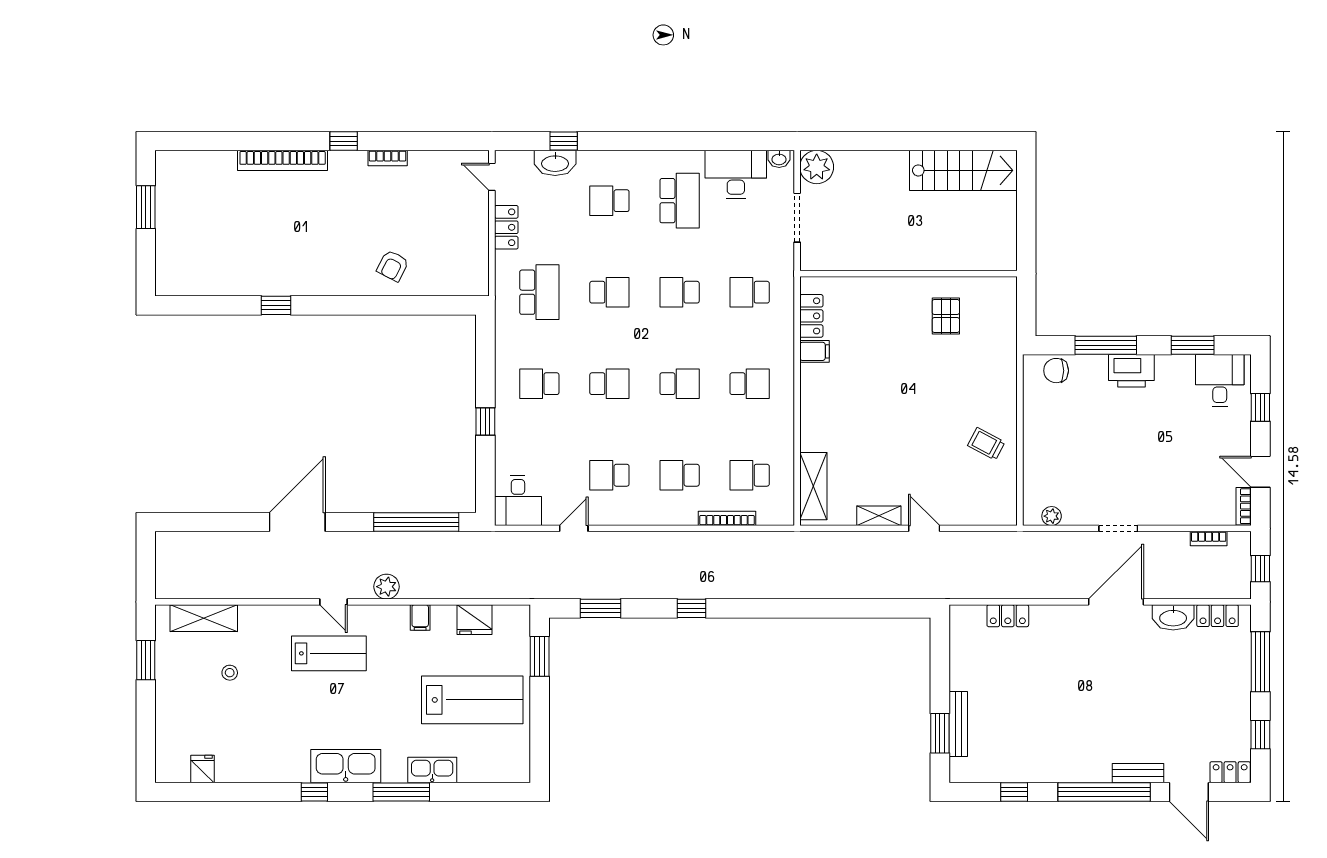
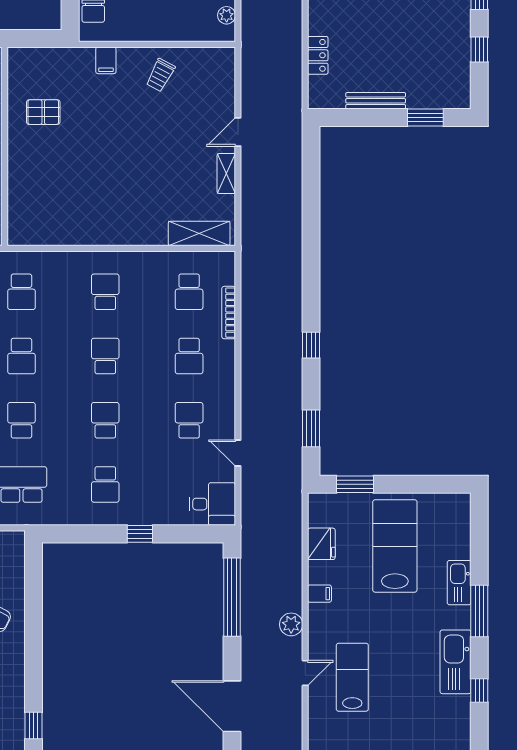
locker: (811, 316) -> (43, 235), removed
filing cabinet: (815, 351) -> (106, 60), moved, turned 180
school desk: (609, 475) -> (189, 420), turned 180
bench: (958, 724) -> (376, 101), moved

